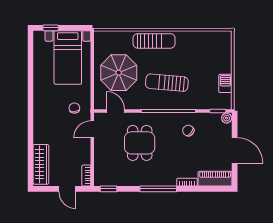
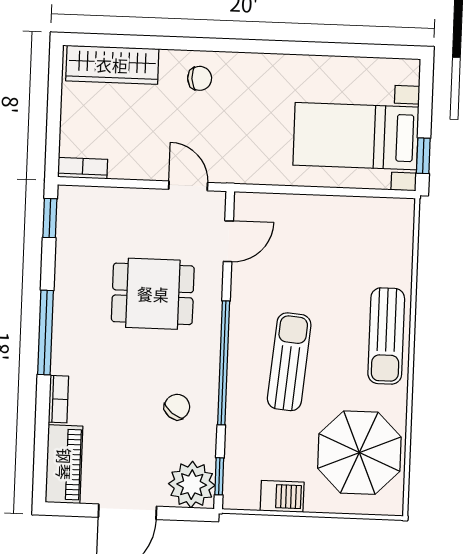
window: (51, 28) -> (423, 156), moved
parasol: (119, 73) -> (359, 453), moved
chair: (74, 108) -> (200, 78), moved
plant: (227, 118) -> (192, 485), width x1.87, depth x1.87
door: (67, 189) -> (53, 123), removed

